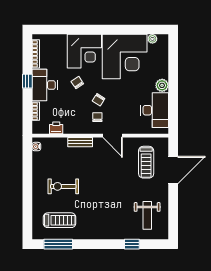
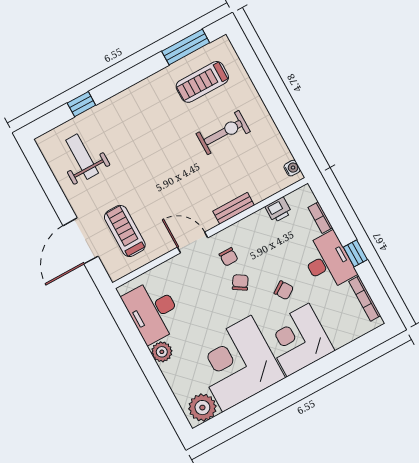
plant: (152, 39) -> (202, 408), width x1.88, depth x1.88

